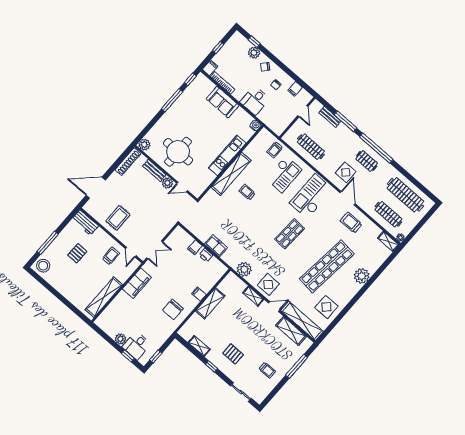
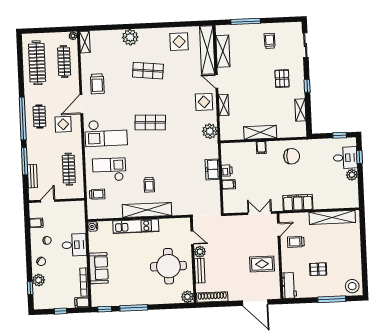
shop shelf: (327, 266) -> (148, 71), width x0.50, depth x0.74

